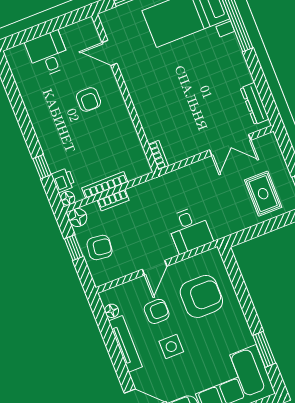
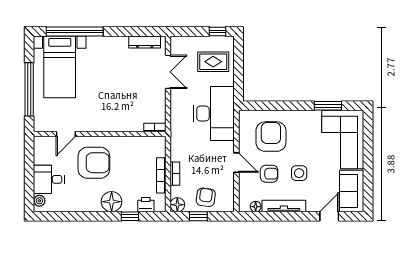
plant: (18, 53) -> (39, 201), added
armchair: (89, 99) -> (94, 163), width x1.88, depth x1.88
floor lamp: (68, 198) -> (112, 202), moved, width x1.89, depth x1.89
desk: (189, 230) -> (214, 114), width x1.87, depth x1.30
armchair: (157, 311) -> (269, 174), turned 91

